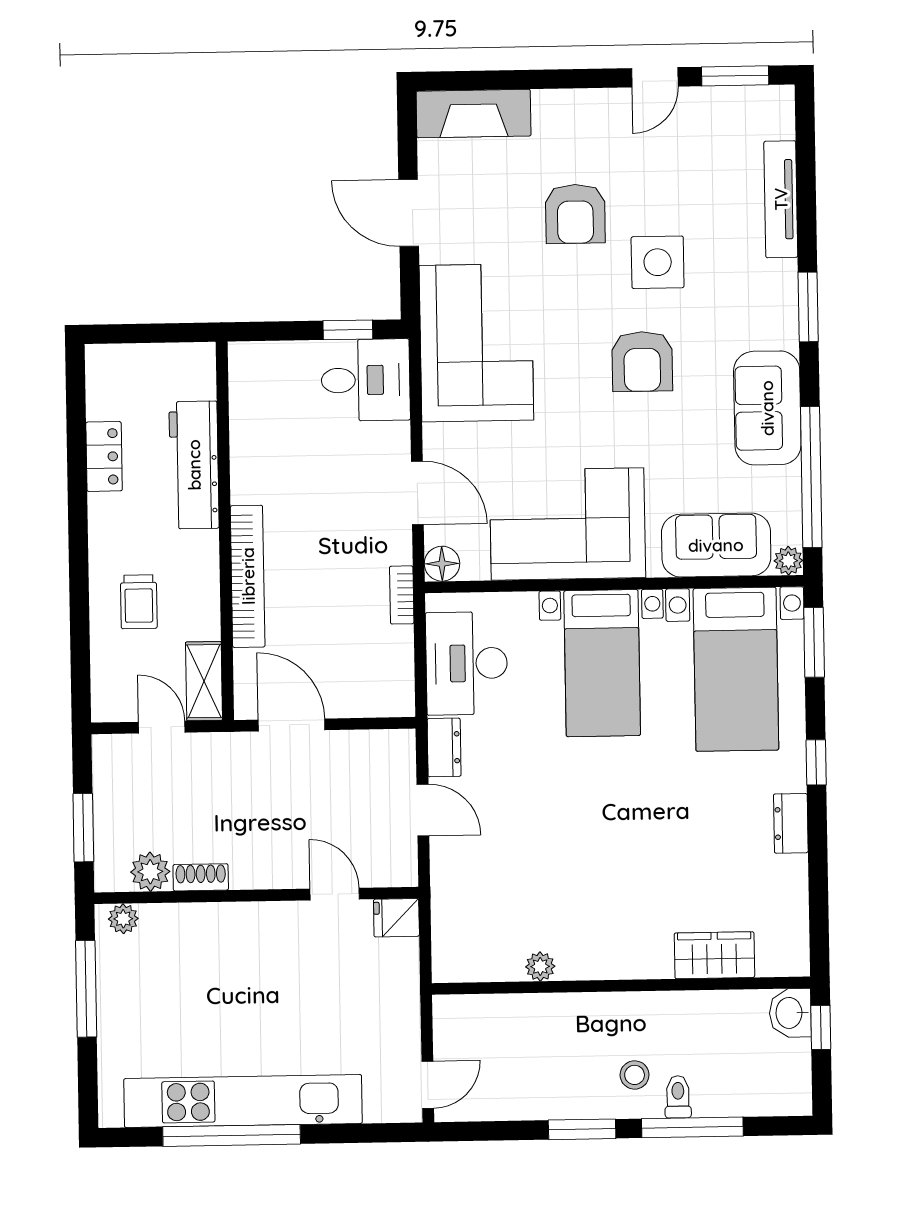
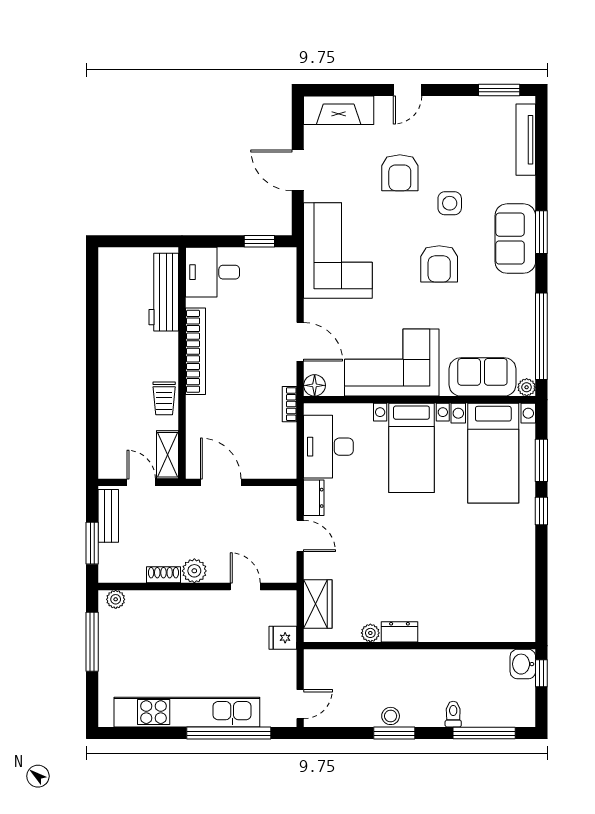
door: (655, 77) -> (407, 90), moved
tv unit: (781, 199) -> (526, 140), moved
side table: (658, 262) -> (450, 203), width x0.73, depth x0.73
desk: (366, 380) -> (212, 272), moved, turned 180
sofa: (767, 408) -> (515, 239), moved
locker: (104, 456) -> (109, 316), removed
workbench: (194, 465) -> (164, 292), moved
bookcase: (248, 576) -> (195, 351), moved
trolley: (139, 602) -> (164, 398), moved
window: (814, 642) -> (541, 460), moved
bench: (109, 783) -> (108, 516), added
dresser: (791, 823) -> (399, 632), moved, turned 90
plant: (150, 872) -> (194, 571), moved
fridge: (396, 918) -> (283, 638), moved
wardrobe: (714, 955) -> (318, 604), moved, turned 90
stool: (635, 1075) -> (391, 716), moved
window: (692, 1127) -> (484, 733), moved
window: (232, 1135) -> (229, 733), moved

